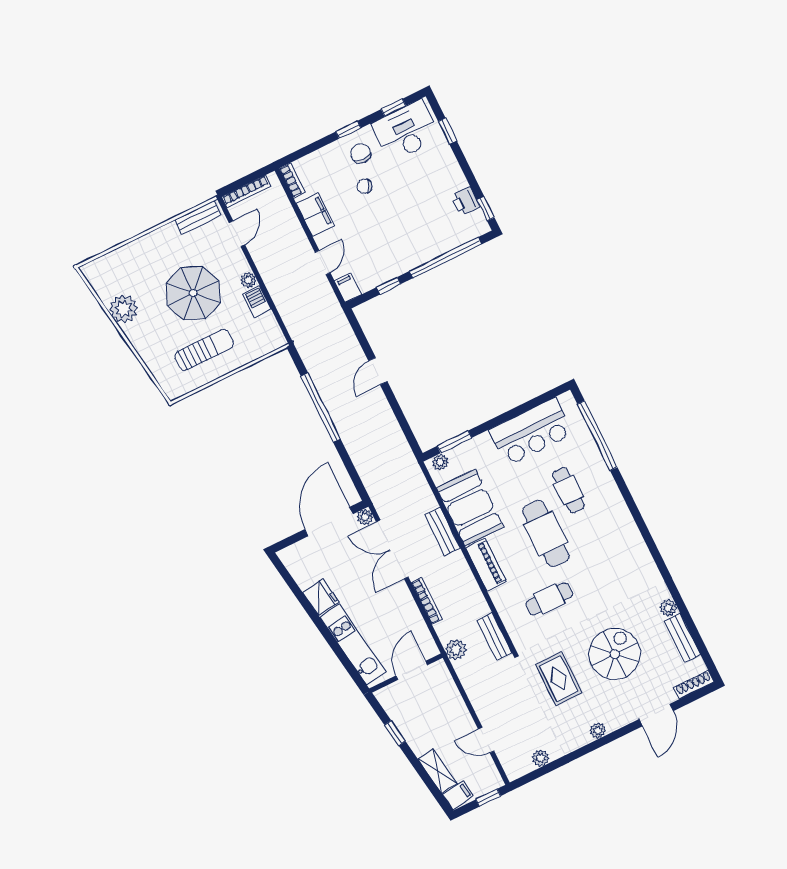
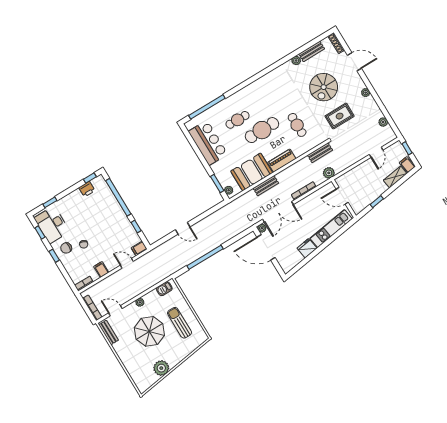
filing cabinet: (315, 214) -> (101, 269), width x0.50
barbecue: (257, 302) -> (164, 289), moved
spiral stairs: (615, 654) -> (324, 87), turned -90

